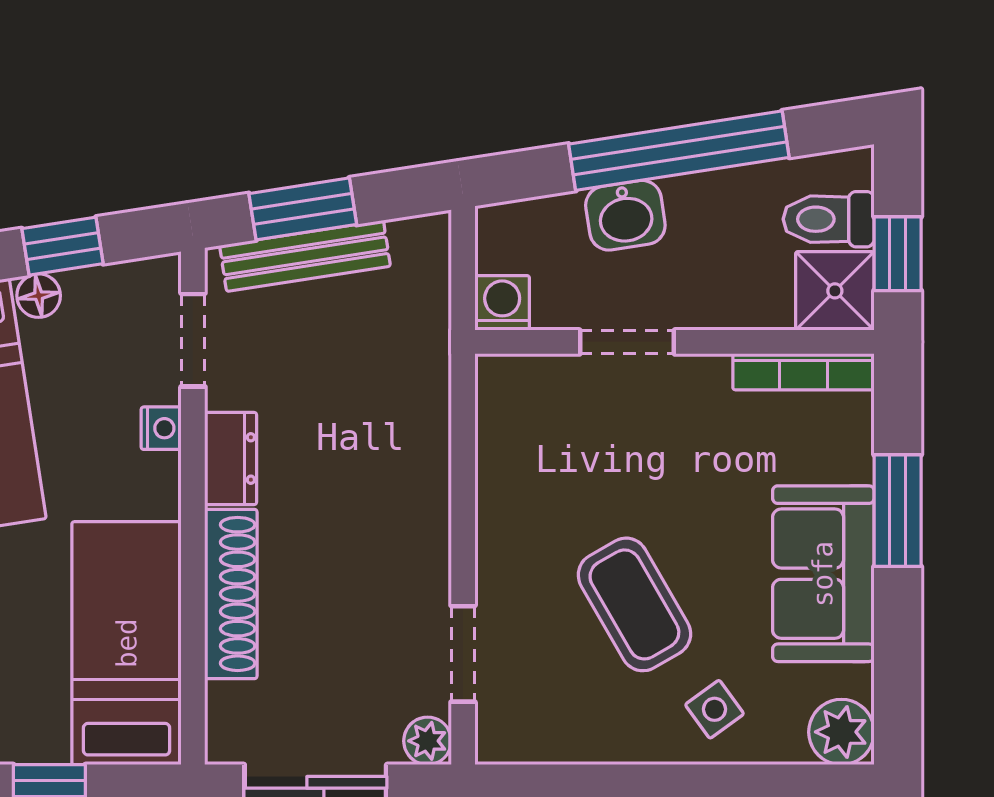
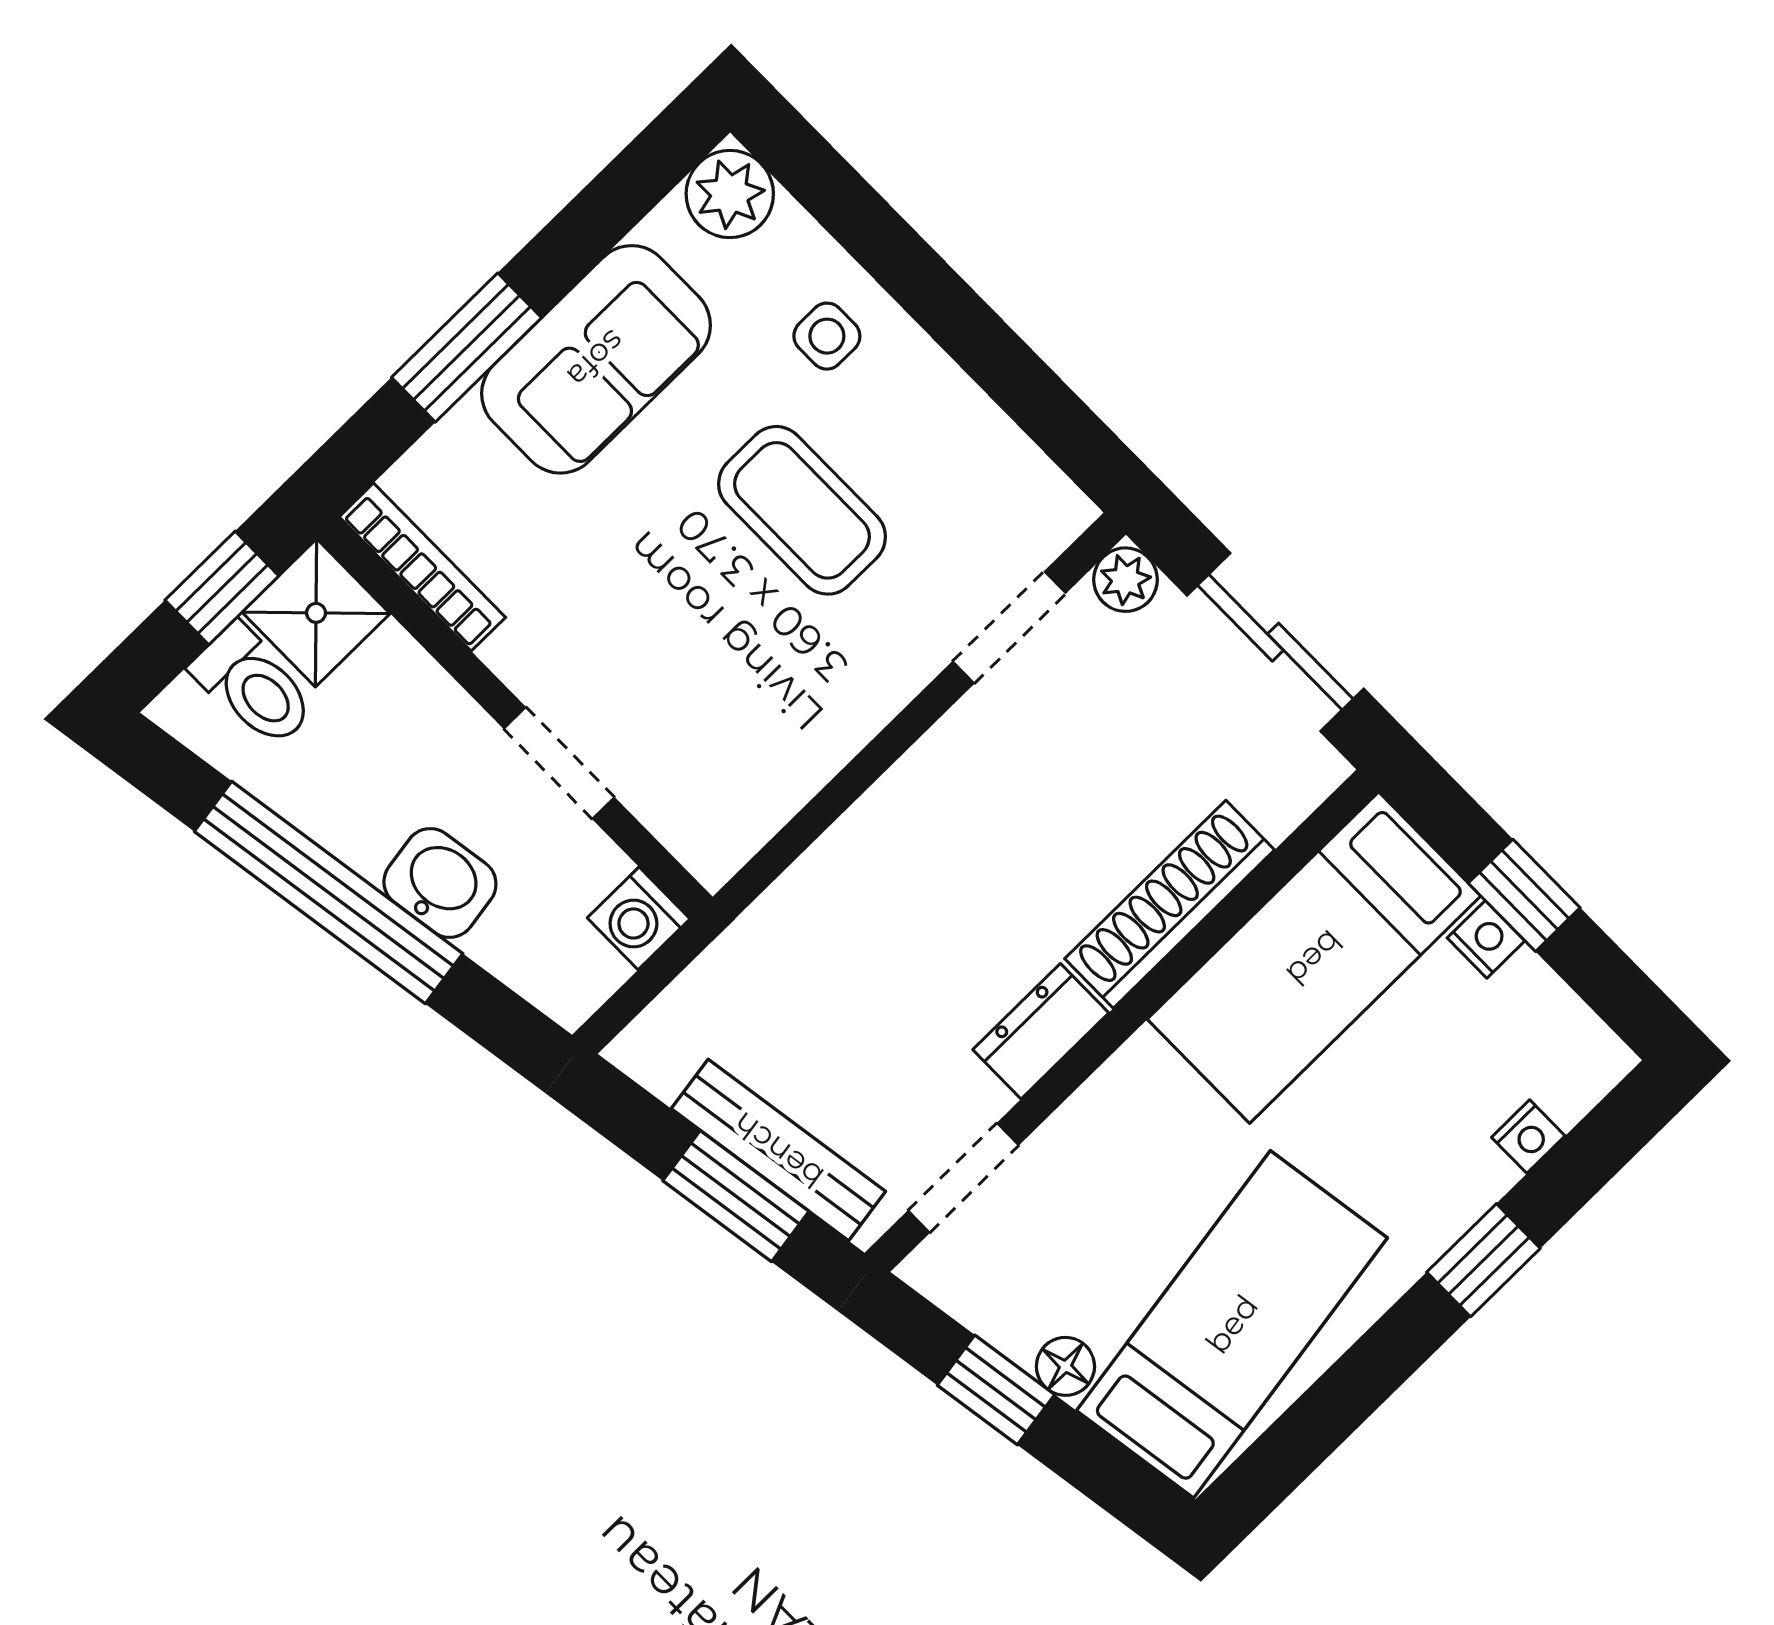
nightstand: (161, 428) -> (1486, 939), moved, turned 90
coffee table: (634, 604) -> (802, 510), turned -60
side table: (715, 709) -> (827, 336), turned 36

